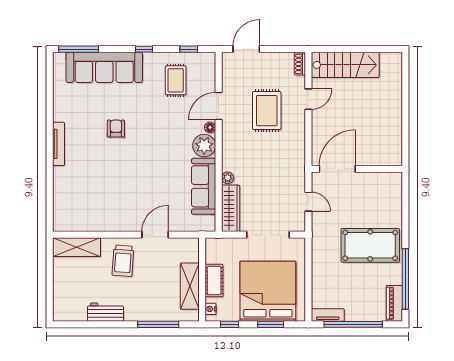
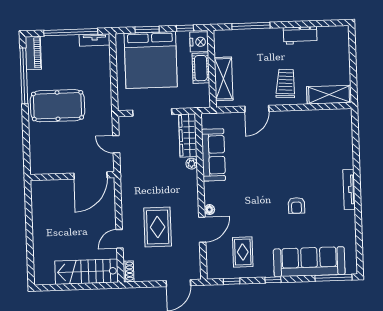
plant: (204, 146) -> (214, 193), removed
shelving: (190, 286) -> (224, 79), moved
nightstand: (211, 309) -> (199, 42), width x1.89, depth x1.79

